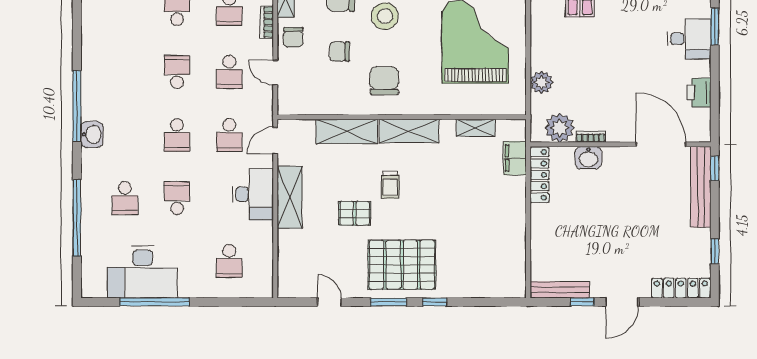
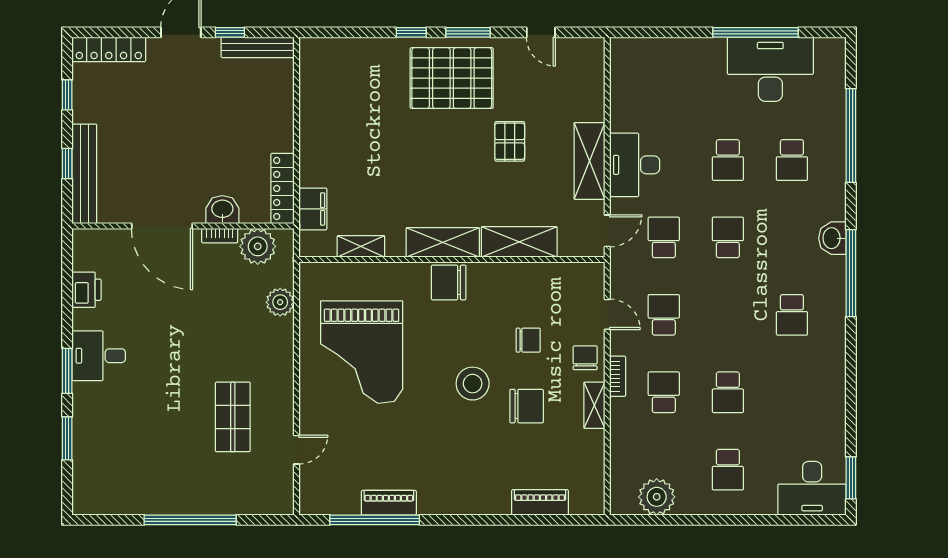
school desk: (177, 72) -> (792, 315), moved
chair: (384, 81) -> (449, 282), moved, turned 90
door: (661, 144) -> (162, 226), moved
window: (715, 168) -> (67, 164), moved
trolley: (390, 185) -> (466, 176), removed
school desk: (125, 198) -> (792, 160), turned 180
pallet: (355, 213) -> (510, 141), turned 90
school desk: (229, 261) -> (664, 83), removed

